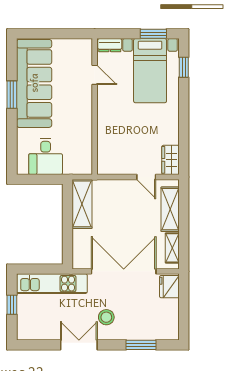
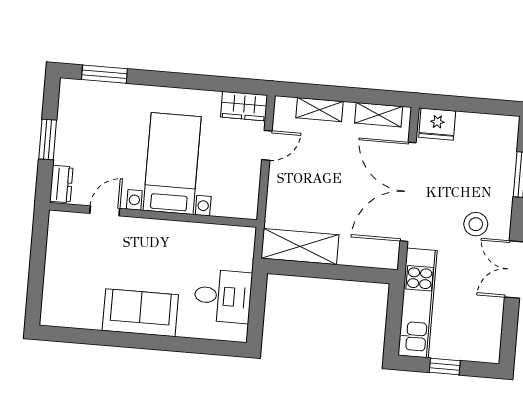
window: (153, 34) -> (48, 139), moved
window: (184, 67) -> (104, 74), width x1.50
bed with nightstands: (150, 71) -> (172, 164), moved, turned -90
sofa: (34, 83) -> (140, 313), width x0.54, depth x0.79
window: (12, 95) -> (124, 340), removed
shelving: (170, 209) -> (319, 110), width x0.67, depth x0.75

